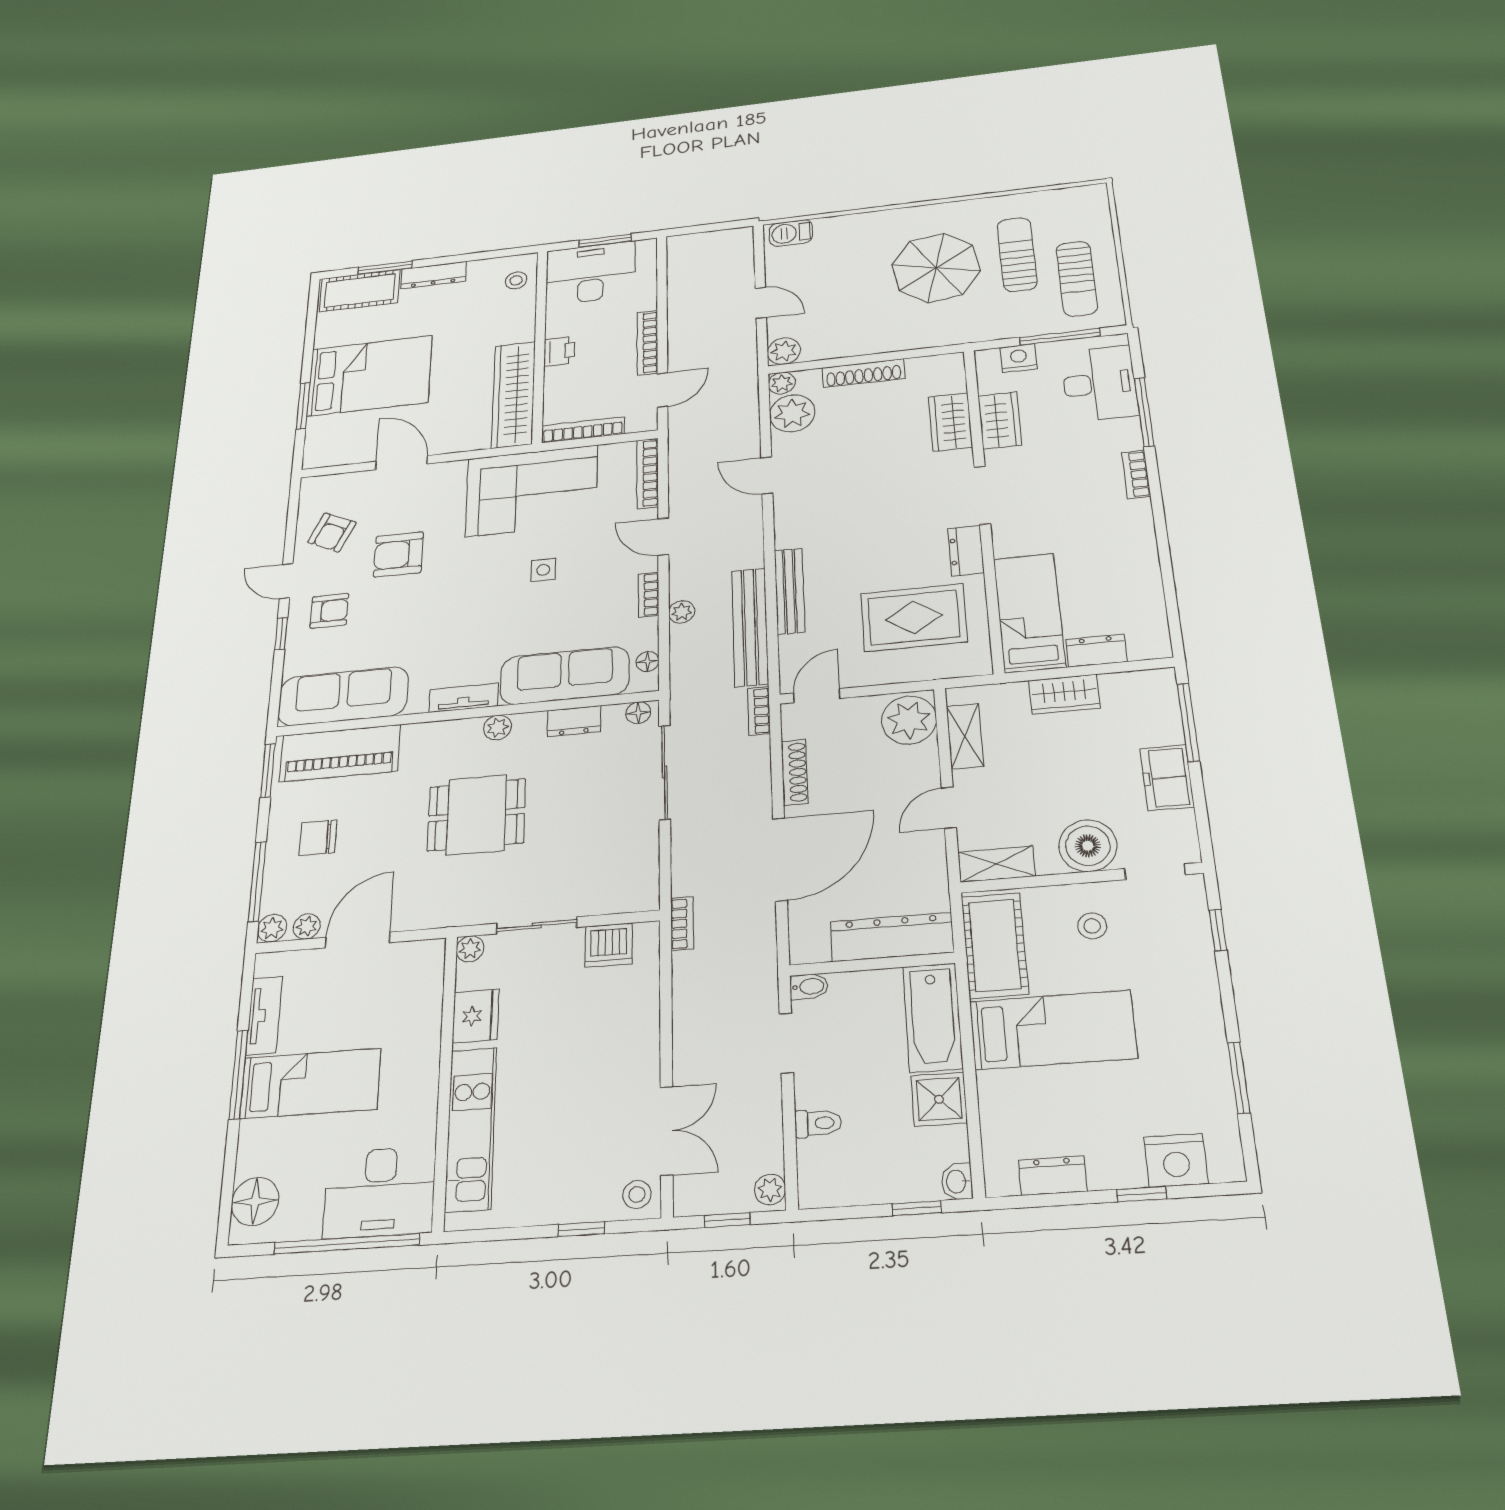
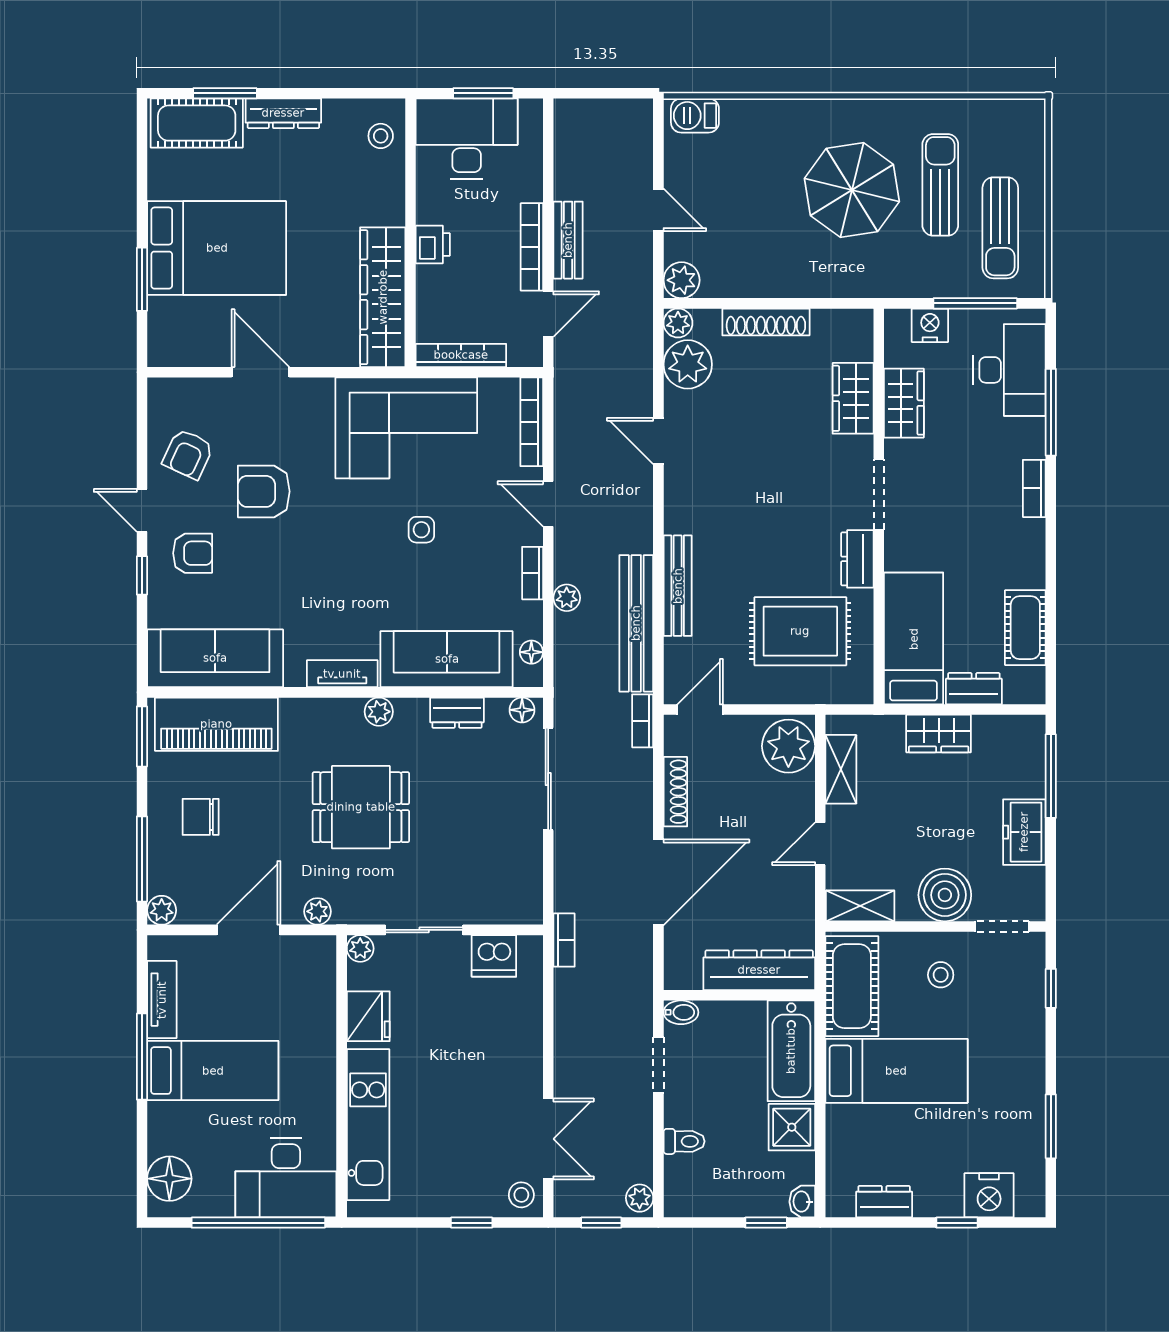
bench: (680, 334) -> (568, 240), added
cot: (1143, 592) -> (1025, 628), added
plant: (307, 926) -> (318, 911), moved

